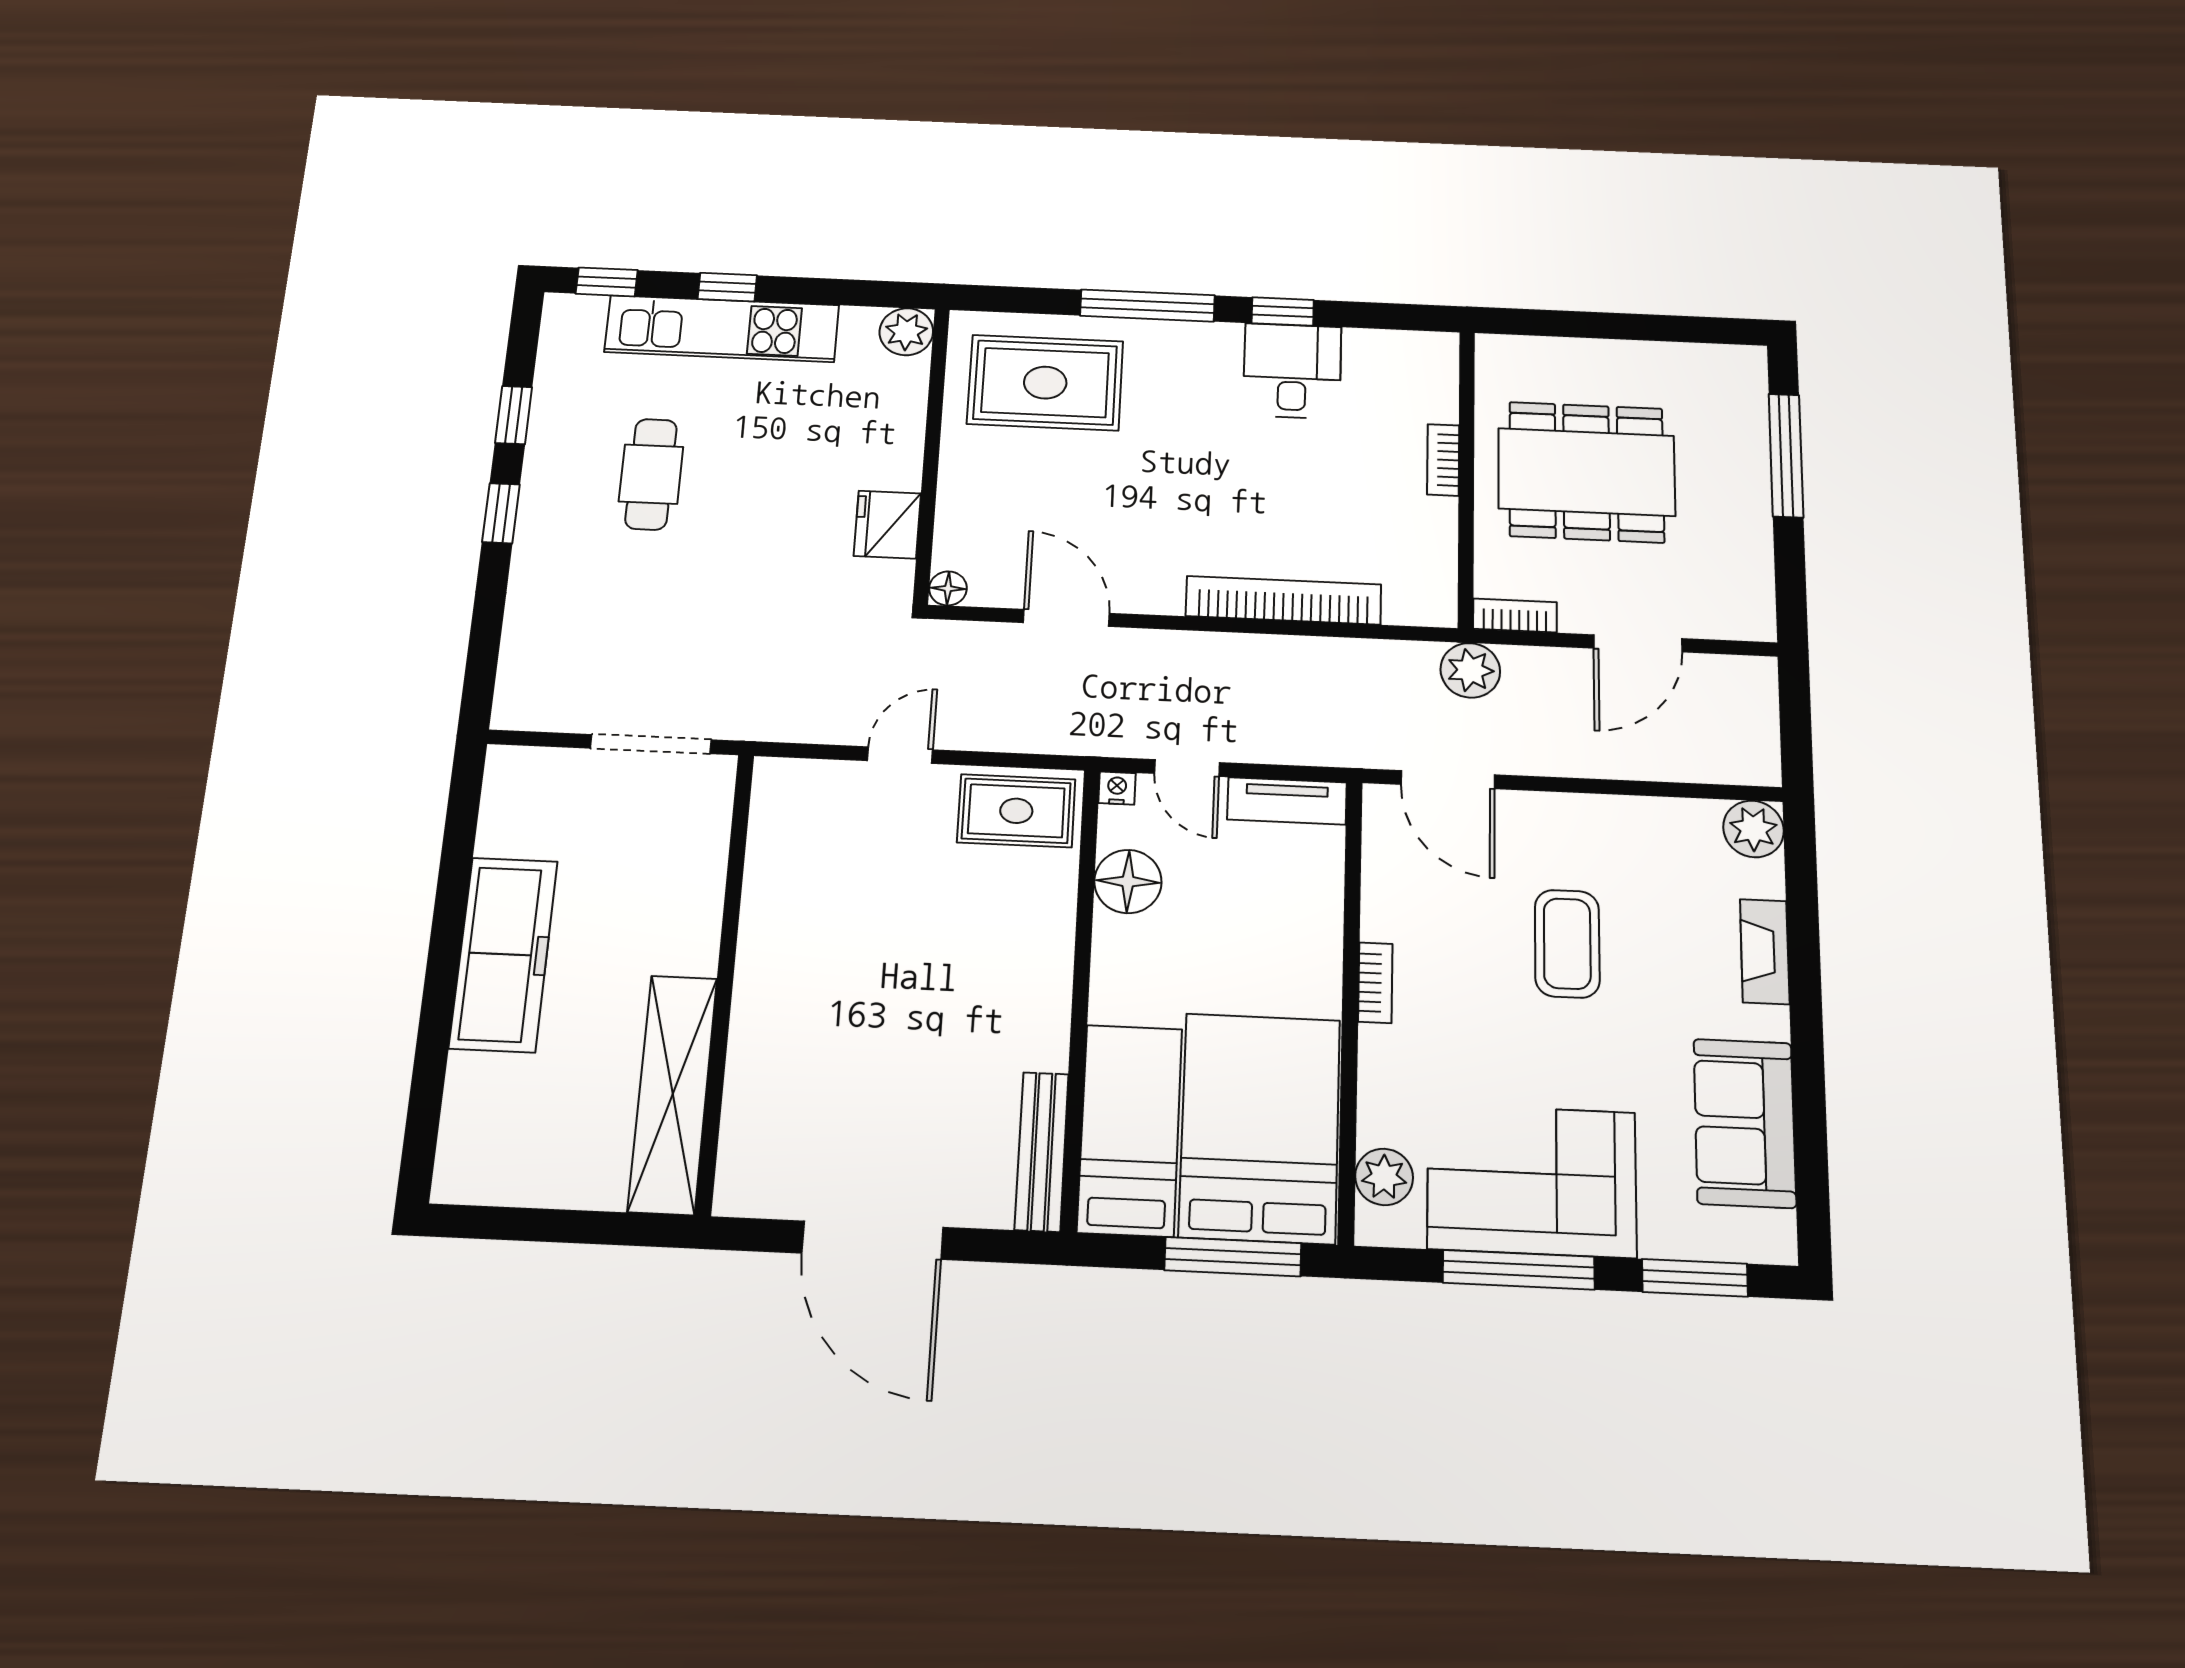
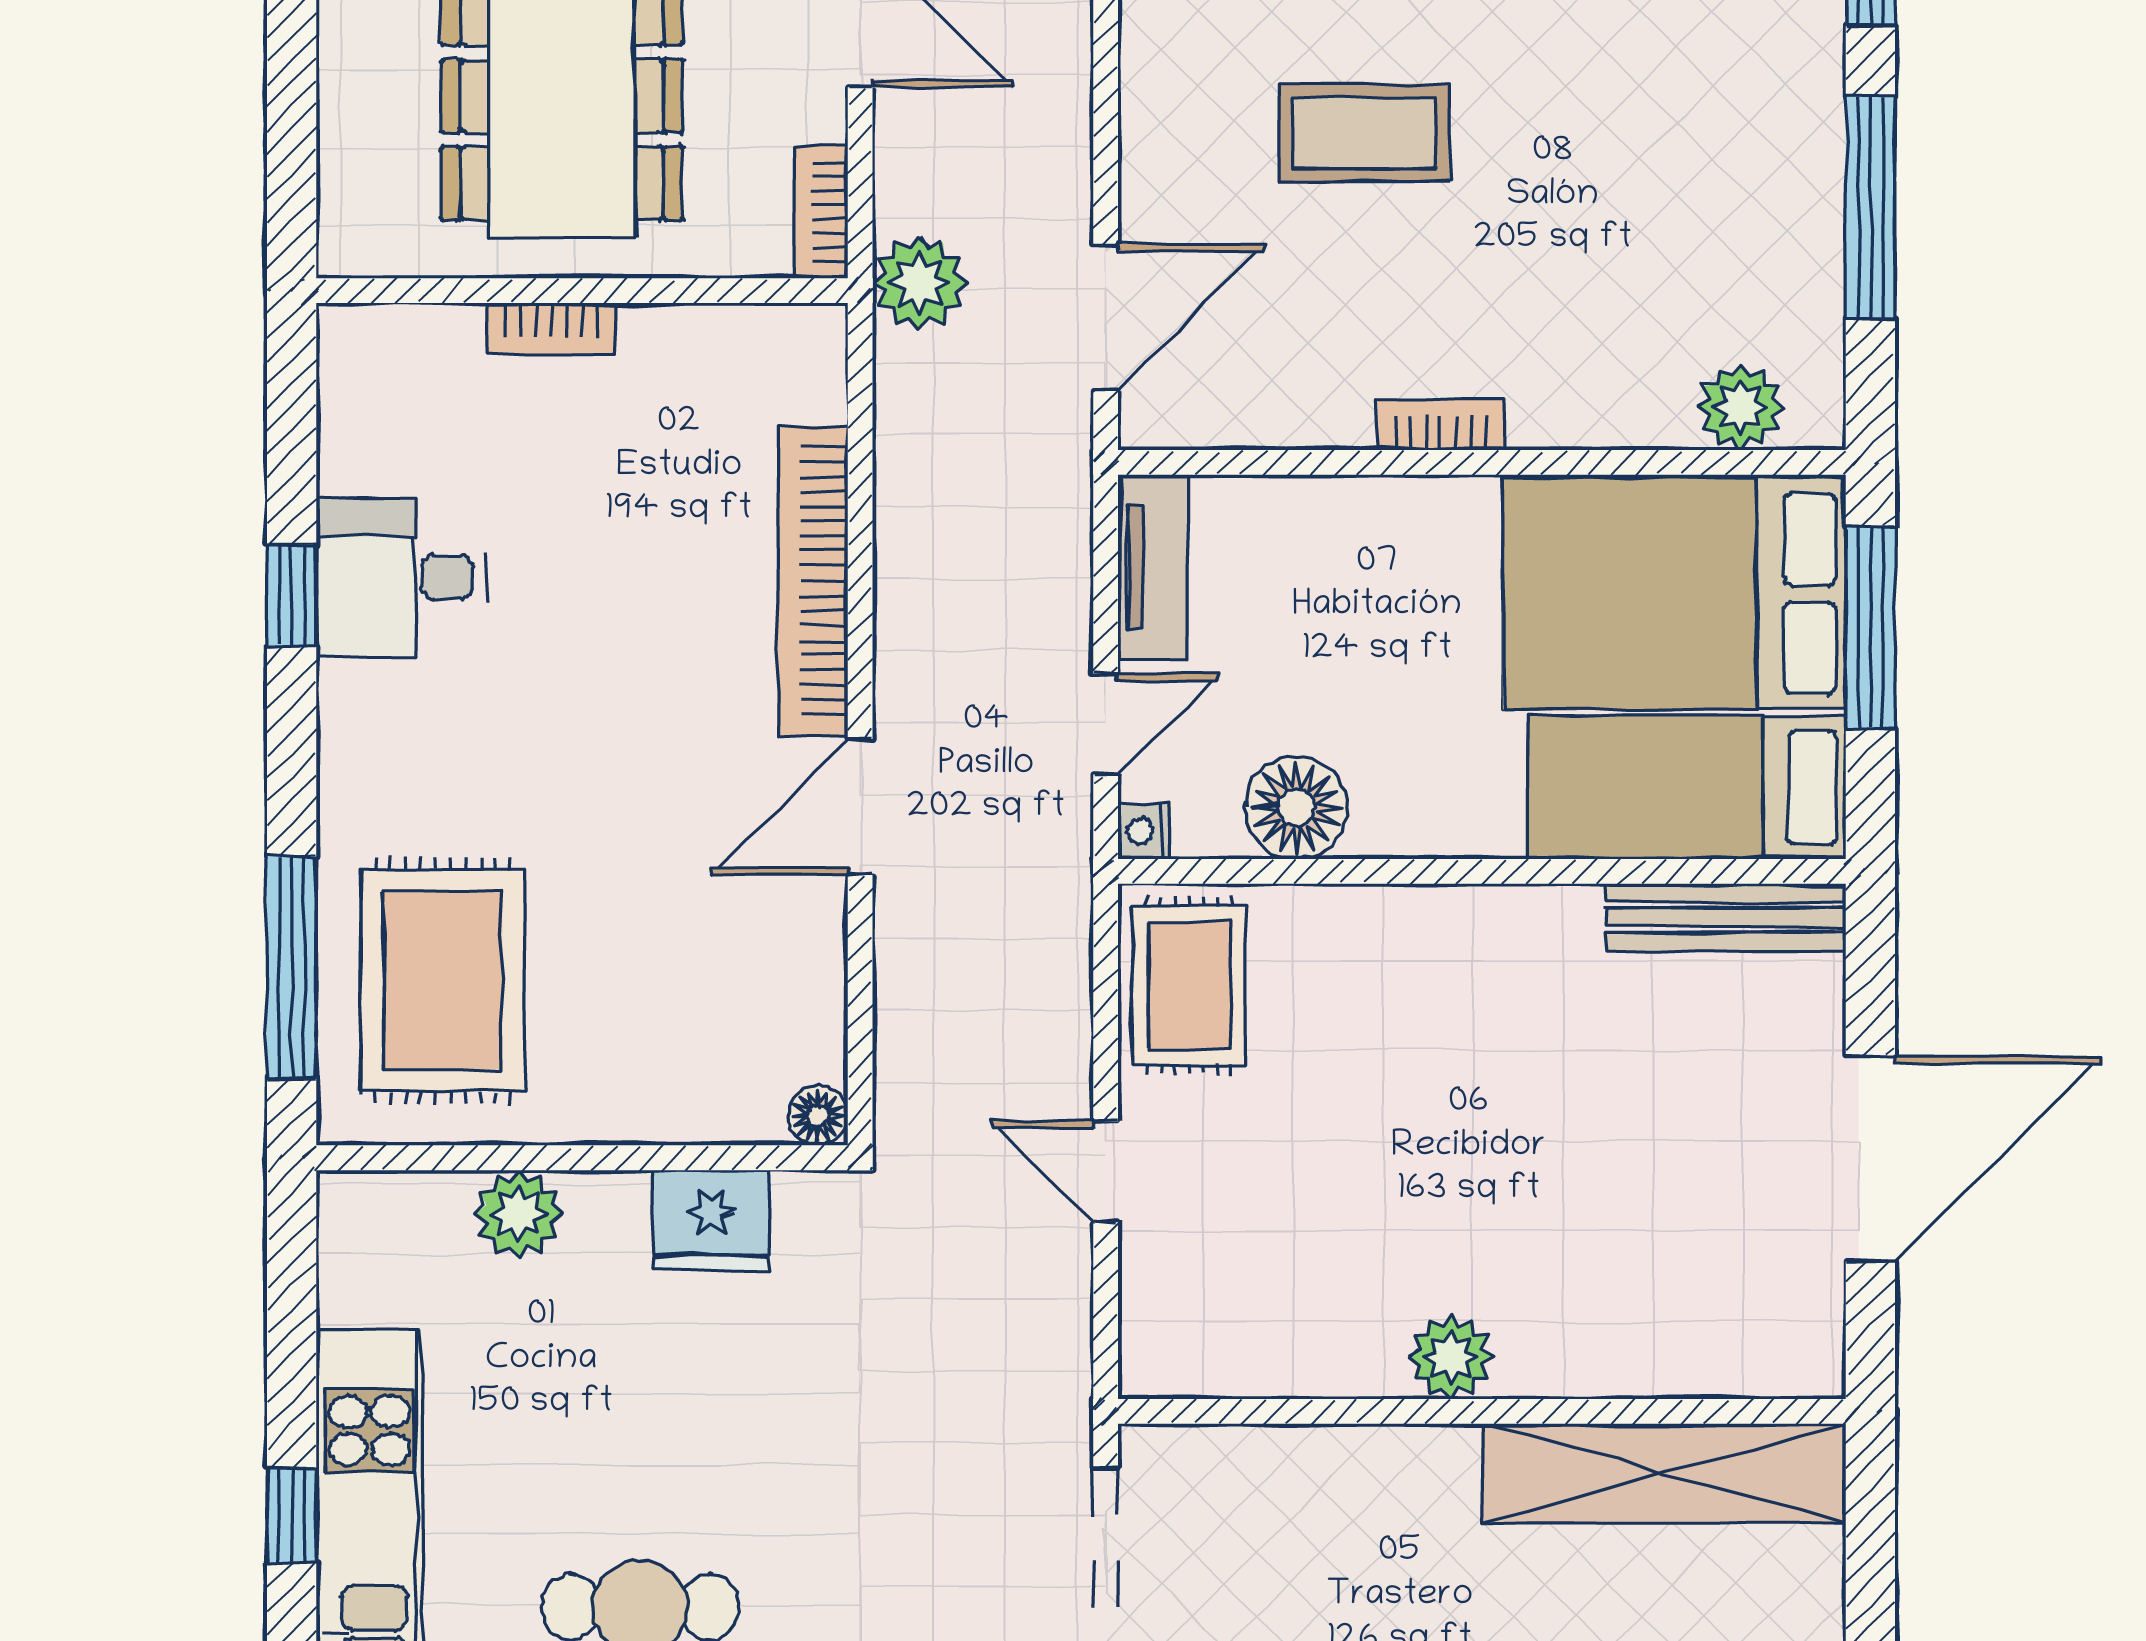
window: (1147, 306) -> (292, 967), moved
plant: (906, 332) -> (519, 1214), moved
door: (1066, 618) -> (860, 807), moved
plant: (763, 961) -> (1451, 1357), added
corner sofa: (1532, 1180) -> (1736, 188), removed

